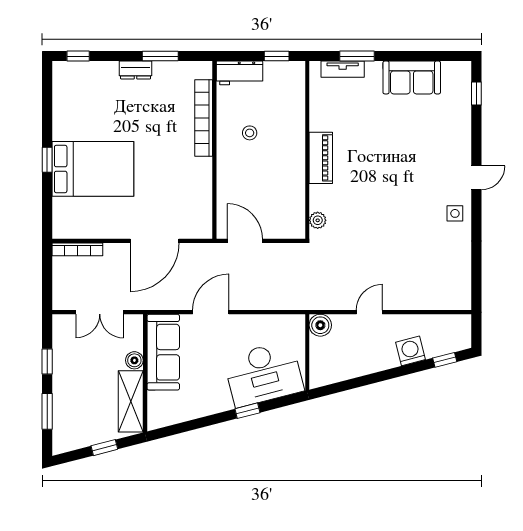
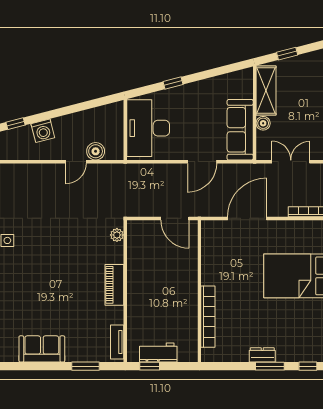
window: (160, 56) -> (270, 366), moved
tv unit: (343, 69) -> (117, 342), moved, turned -90
workbench: (239, 73) -> (158, 353), moved
stool: (250, 133) -> (171, 305), removed
boiler: (320, 325) -> (96, 151), moved
desk: (264, 374) -> (148, 128), moved, turned -76

